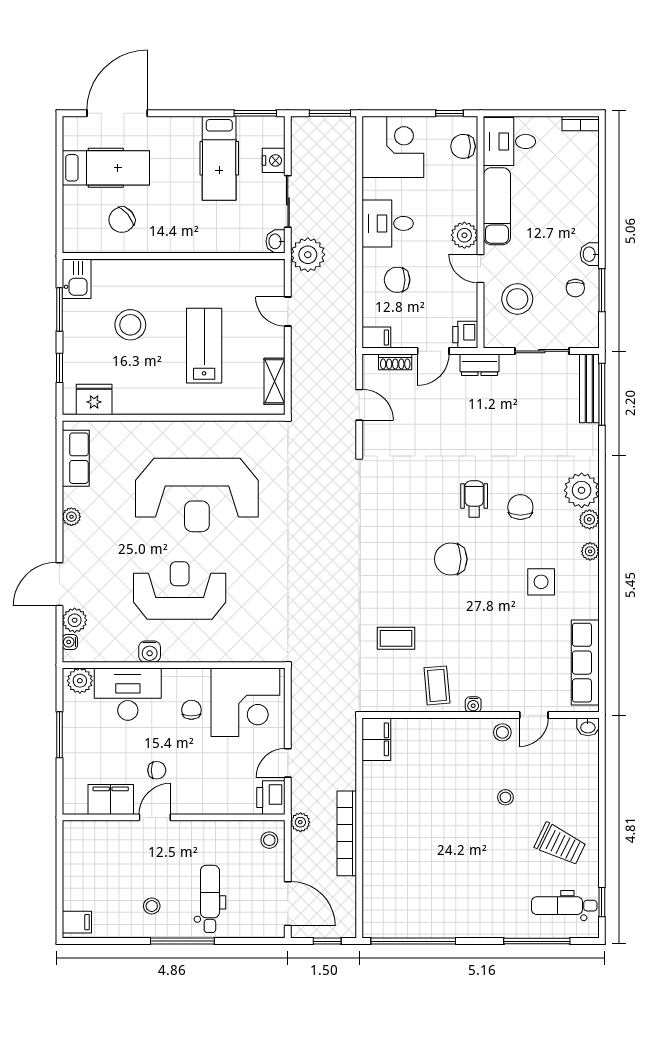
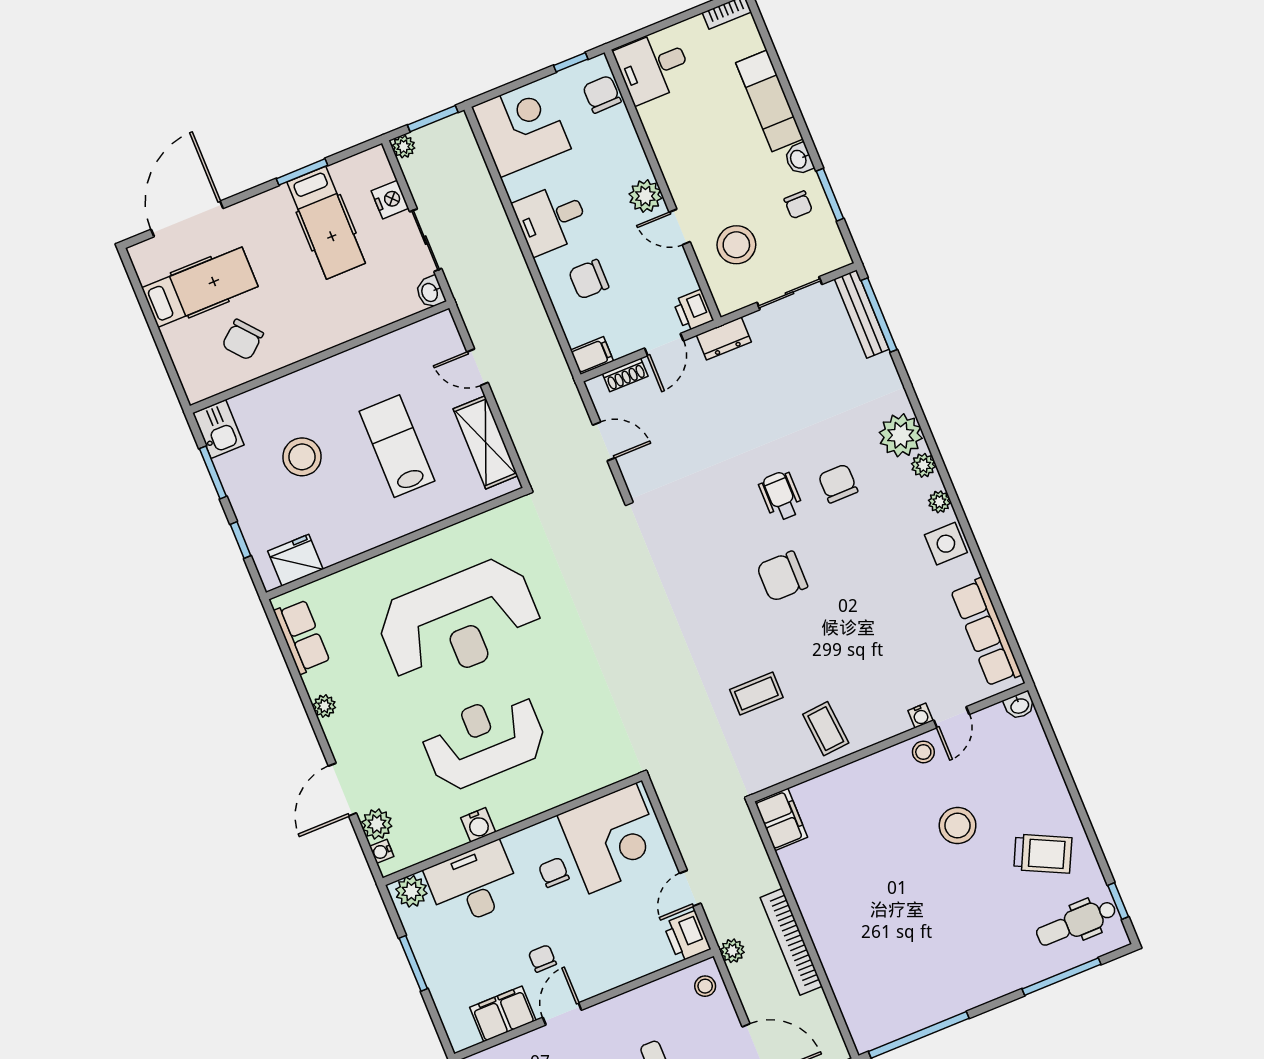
window: (255, 113) -> (302, 172), moved
chair: (463, 146) -> (602, 94), turned 89
exam couch: (497, 206) -> (769, 101), moved, turned 180
plant: (308, 255) -> (404, 147), moved, width x0.53, depth x0.53
shelving: (275, 381) -> (486, 442), width x1.50, depth x1.33
side table: (541, 582) -> (946, 544), moved
water cooler: (473, 704) -> (920, 716), moved
chair: (157, 770) -> (542, 958), turned -90
stool: (505, 797) -> (958, 826), width x1.89, depth x1.89

